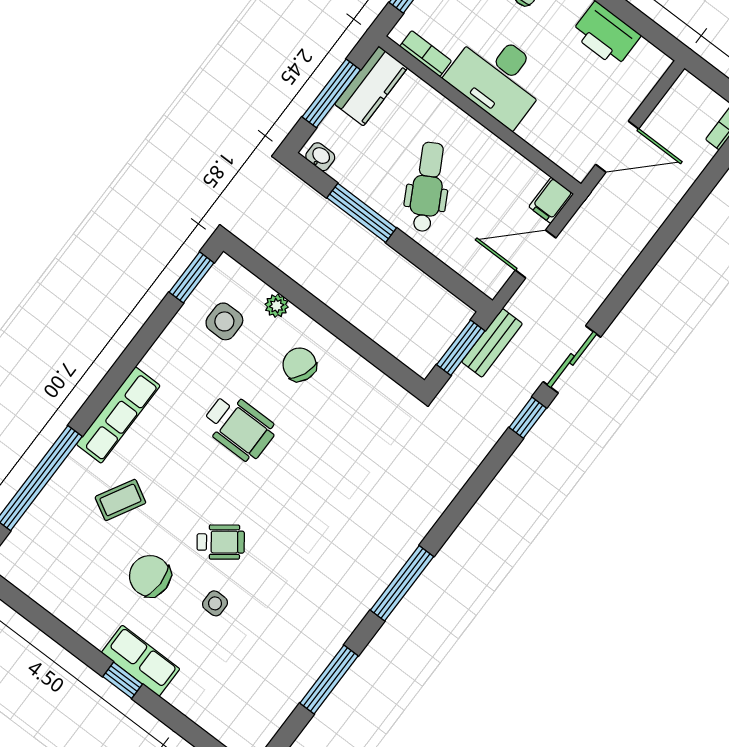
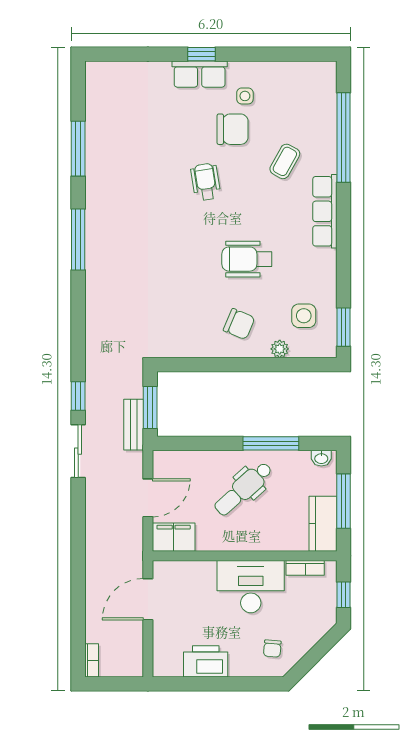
dental chair: (427, 187) -> (243, 489), turned 77
filing cabinet: (551, 200) -> (174, 537), width x2.00
wheelchair: (221, 542) -> (206, 182), turned 118
side table: (215, 603) -> (245, 96), moved

